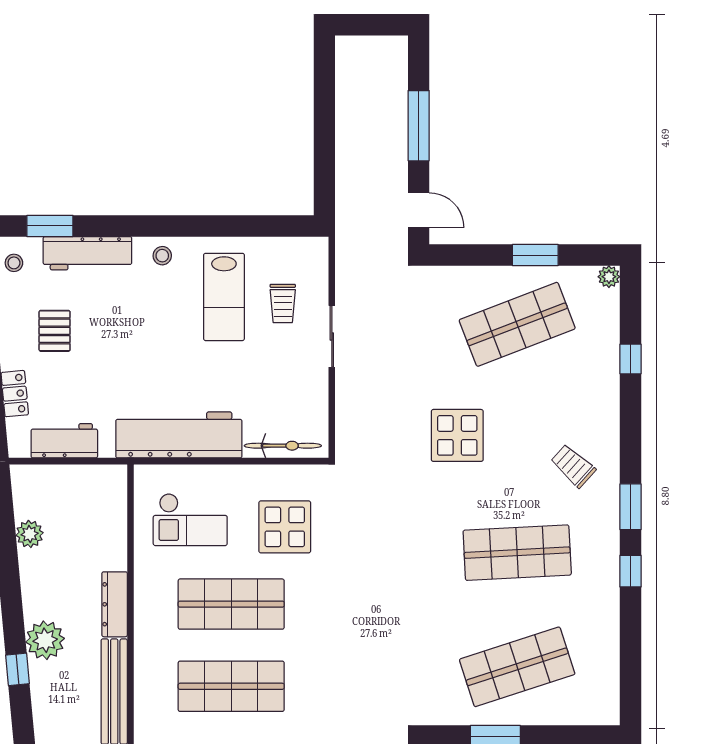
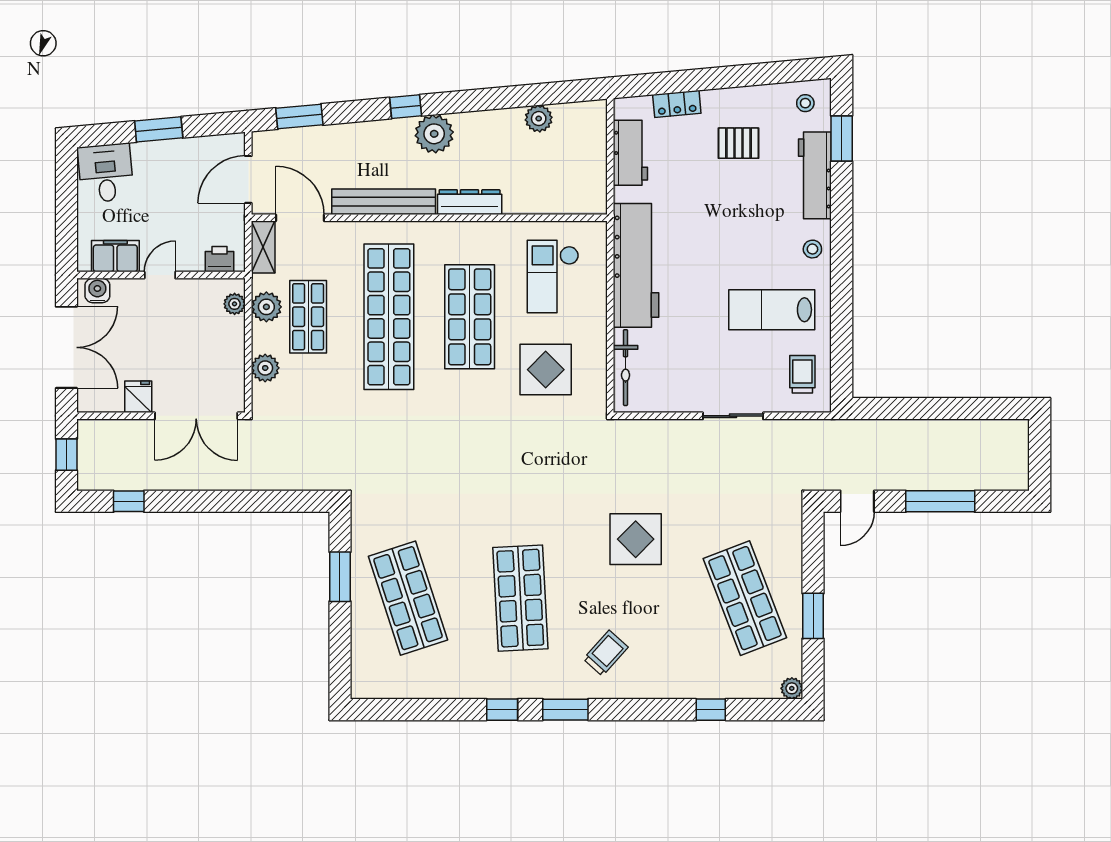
trolley: (283, 303) -> (802, 374), moved, turned 90
shop shelf: (231, 686) -> (389, 317), width x1.40

